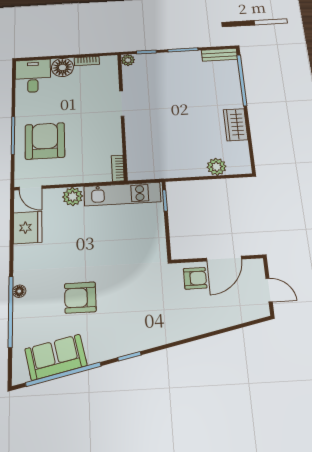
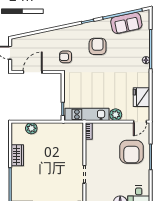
door: (30, 188) -> (140, 122), swing flipped
armchair: (195, 278) -> (66, 57), moved
armchair: (80, 298) -> (98, 46), moved, turned -90

